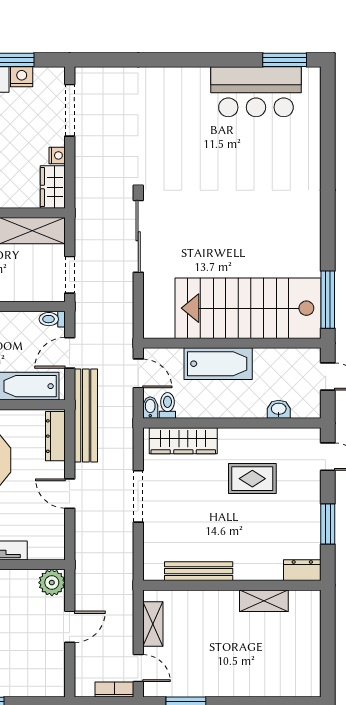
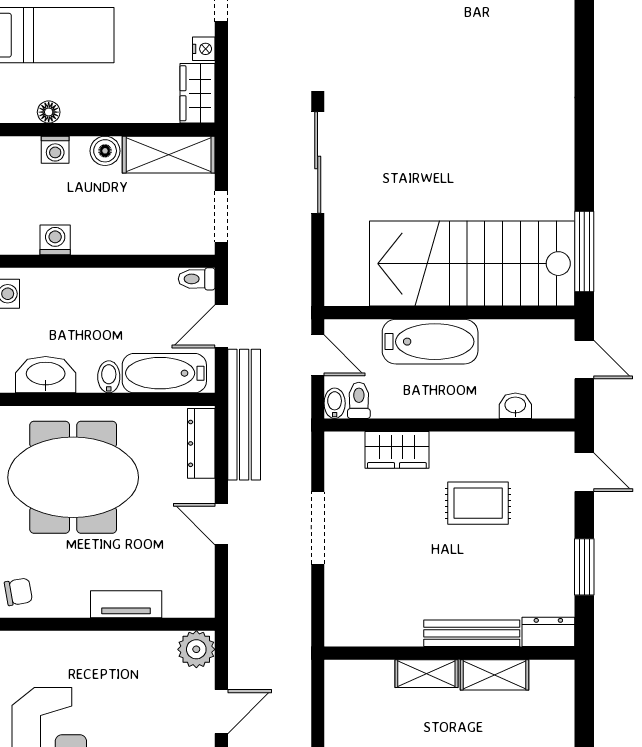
wardrobe: (183, 441) -> (397, 450), width x0.67
bench: (199, 571) -> (472, 633), moved
shelving: (153, 624) -> (426, 674), moved, turned 90

